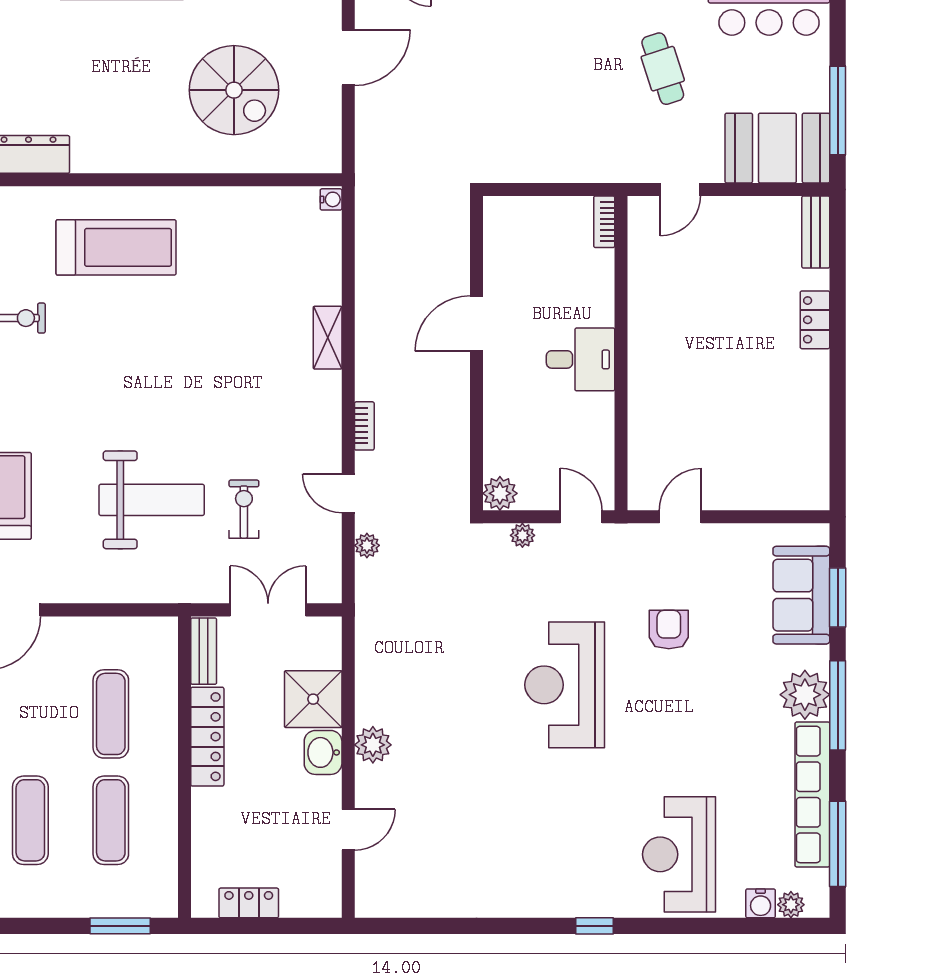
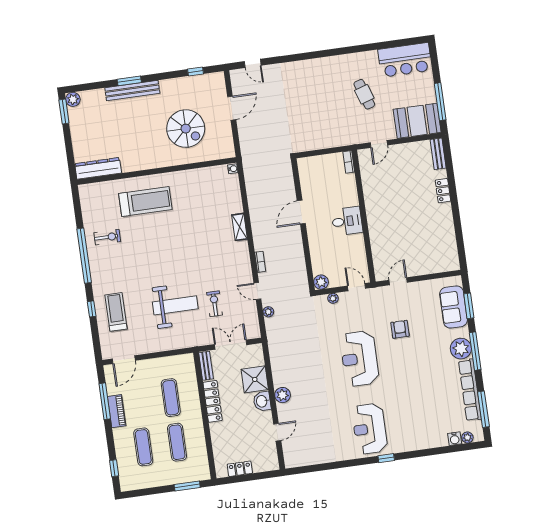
reception desk: (679, 854) -> (370, 429), moved

